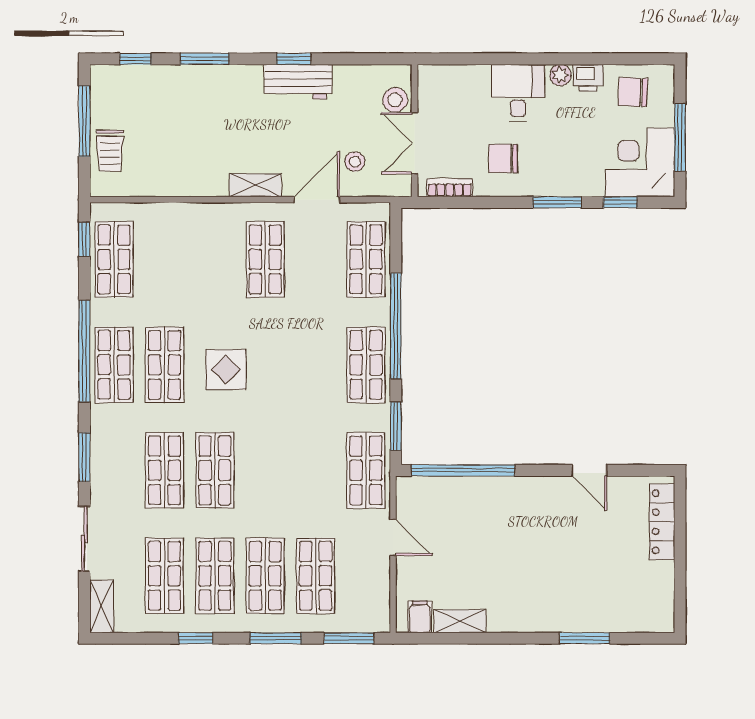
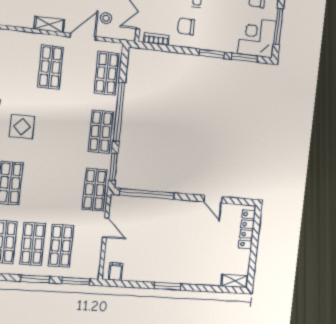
window: (620, 202) -> (244, 58), width x1.50
shelving: (460, 621) -> (235, 281), moved
window: (585, 638) -> (167, 286), moved

